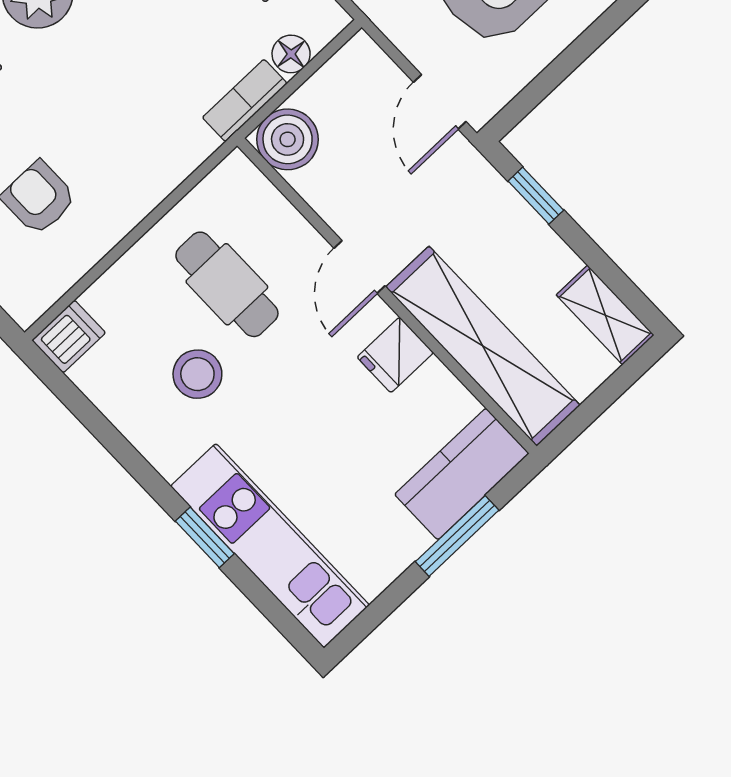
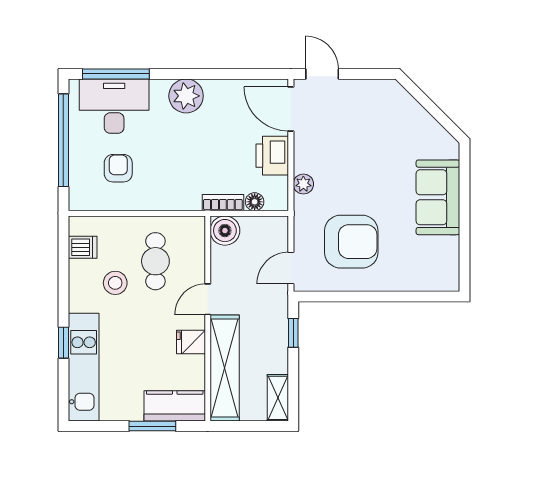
dishwasher: (69, 336) -> (83, 247), moved

